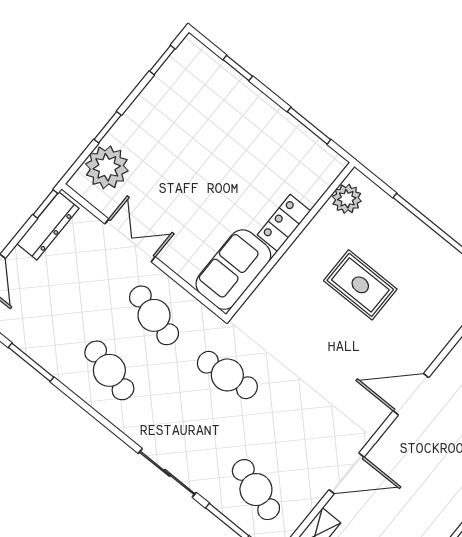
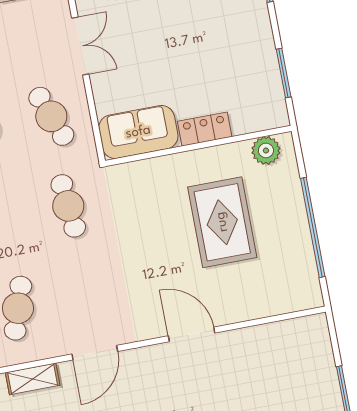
rug: (360, 285) -> (222, 222), width x1.36, depth x1.43
cafe table: (154, 315) -> (51, 116), turned -36
door: (347, 473) -> (95, 353), hinge flipped

